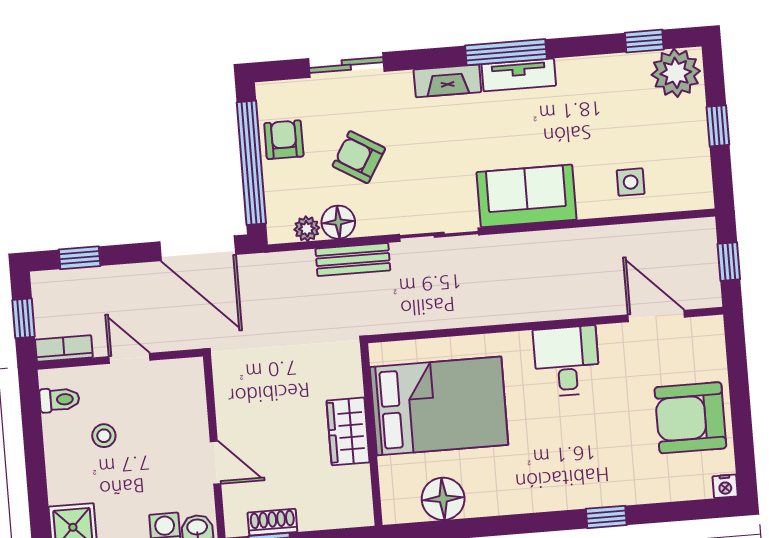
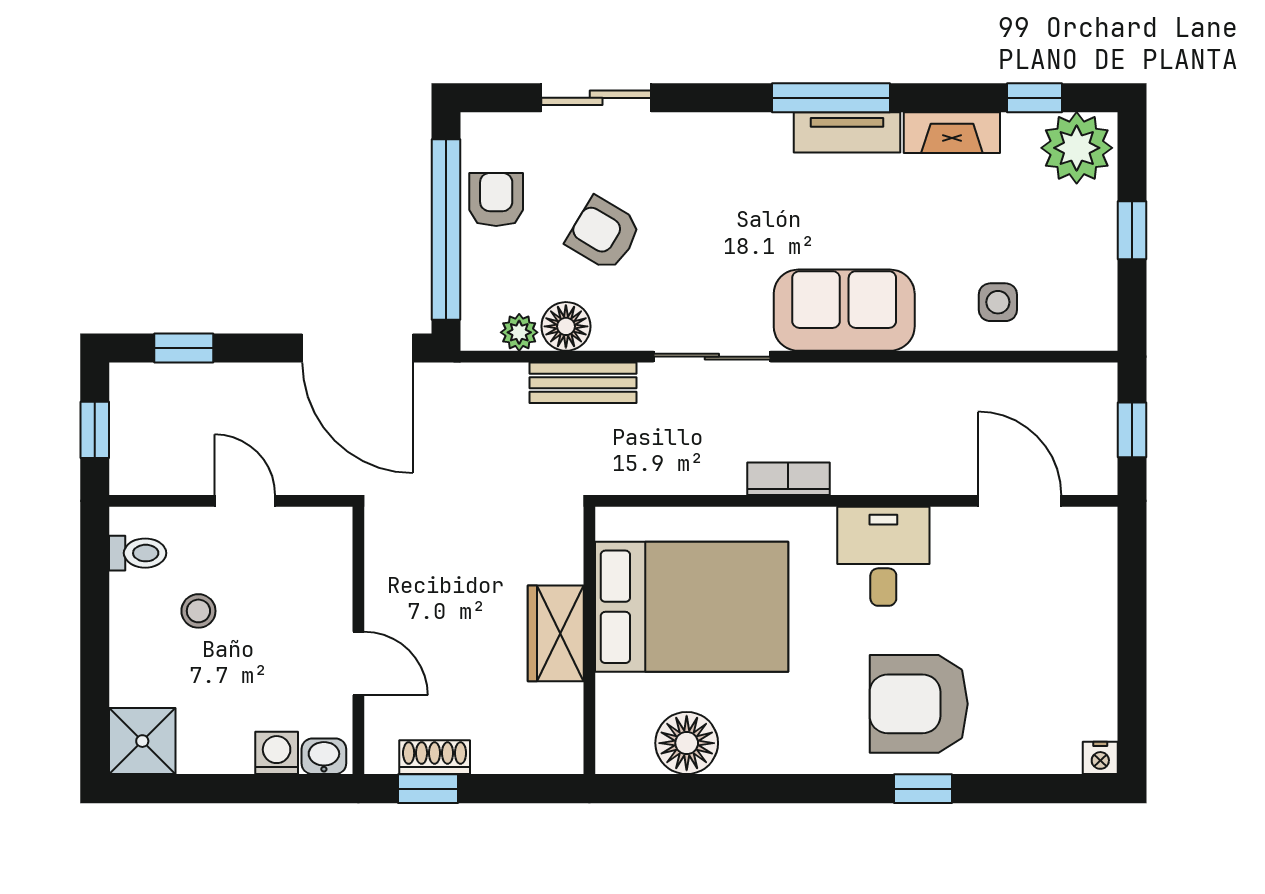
fireplace: (447, 81) -> (952, 133), moved
bookcase: (64, 348) -> (788, 479), moved
armchair: (690, 418) -> (919, 704), moved

